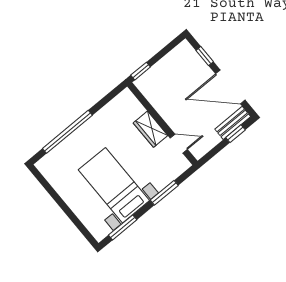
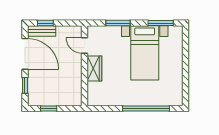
window: (141, 71) -> (49, 109), moved

